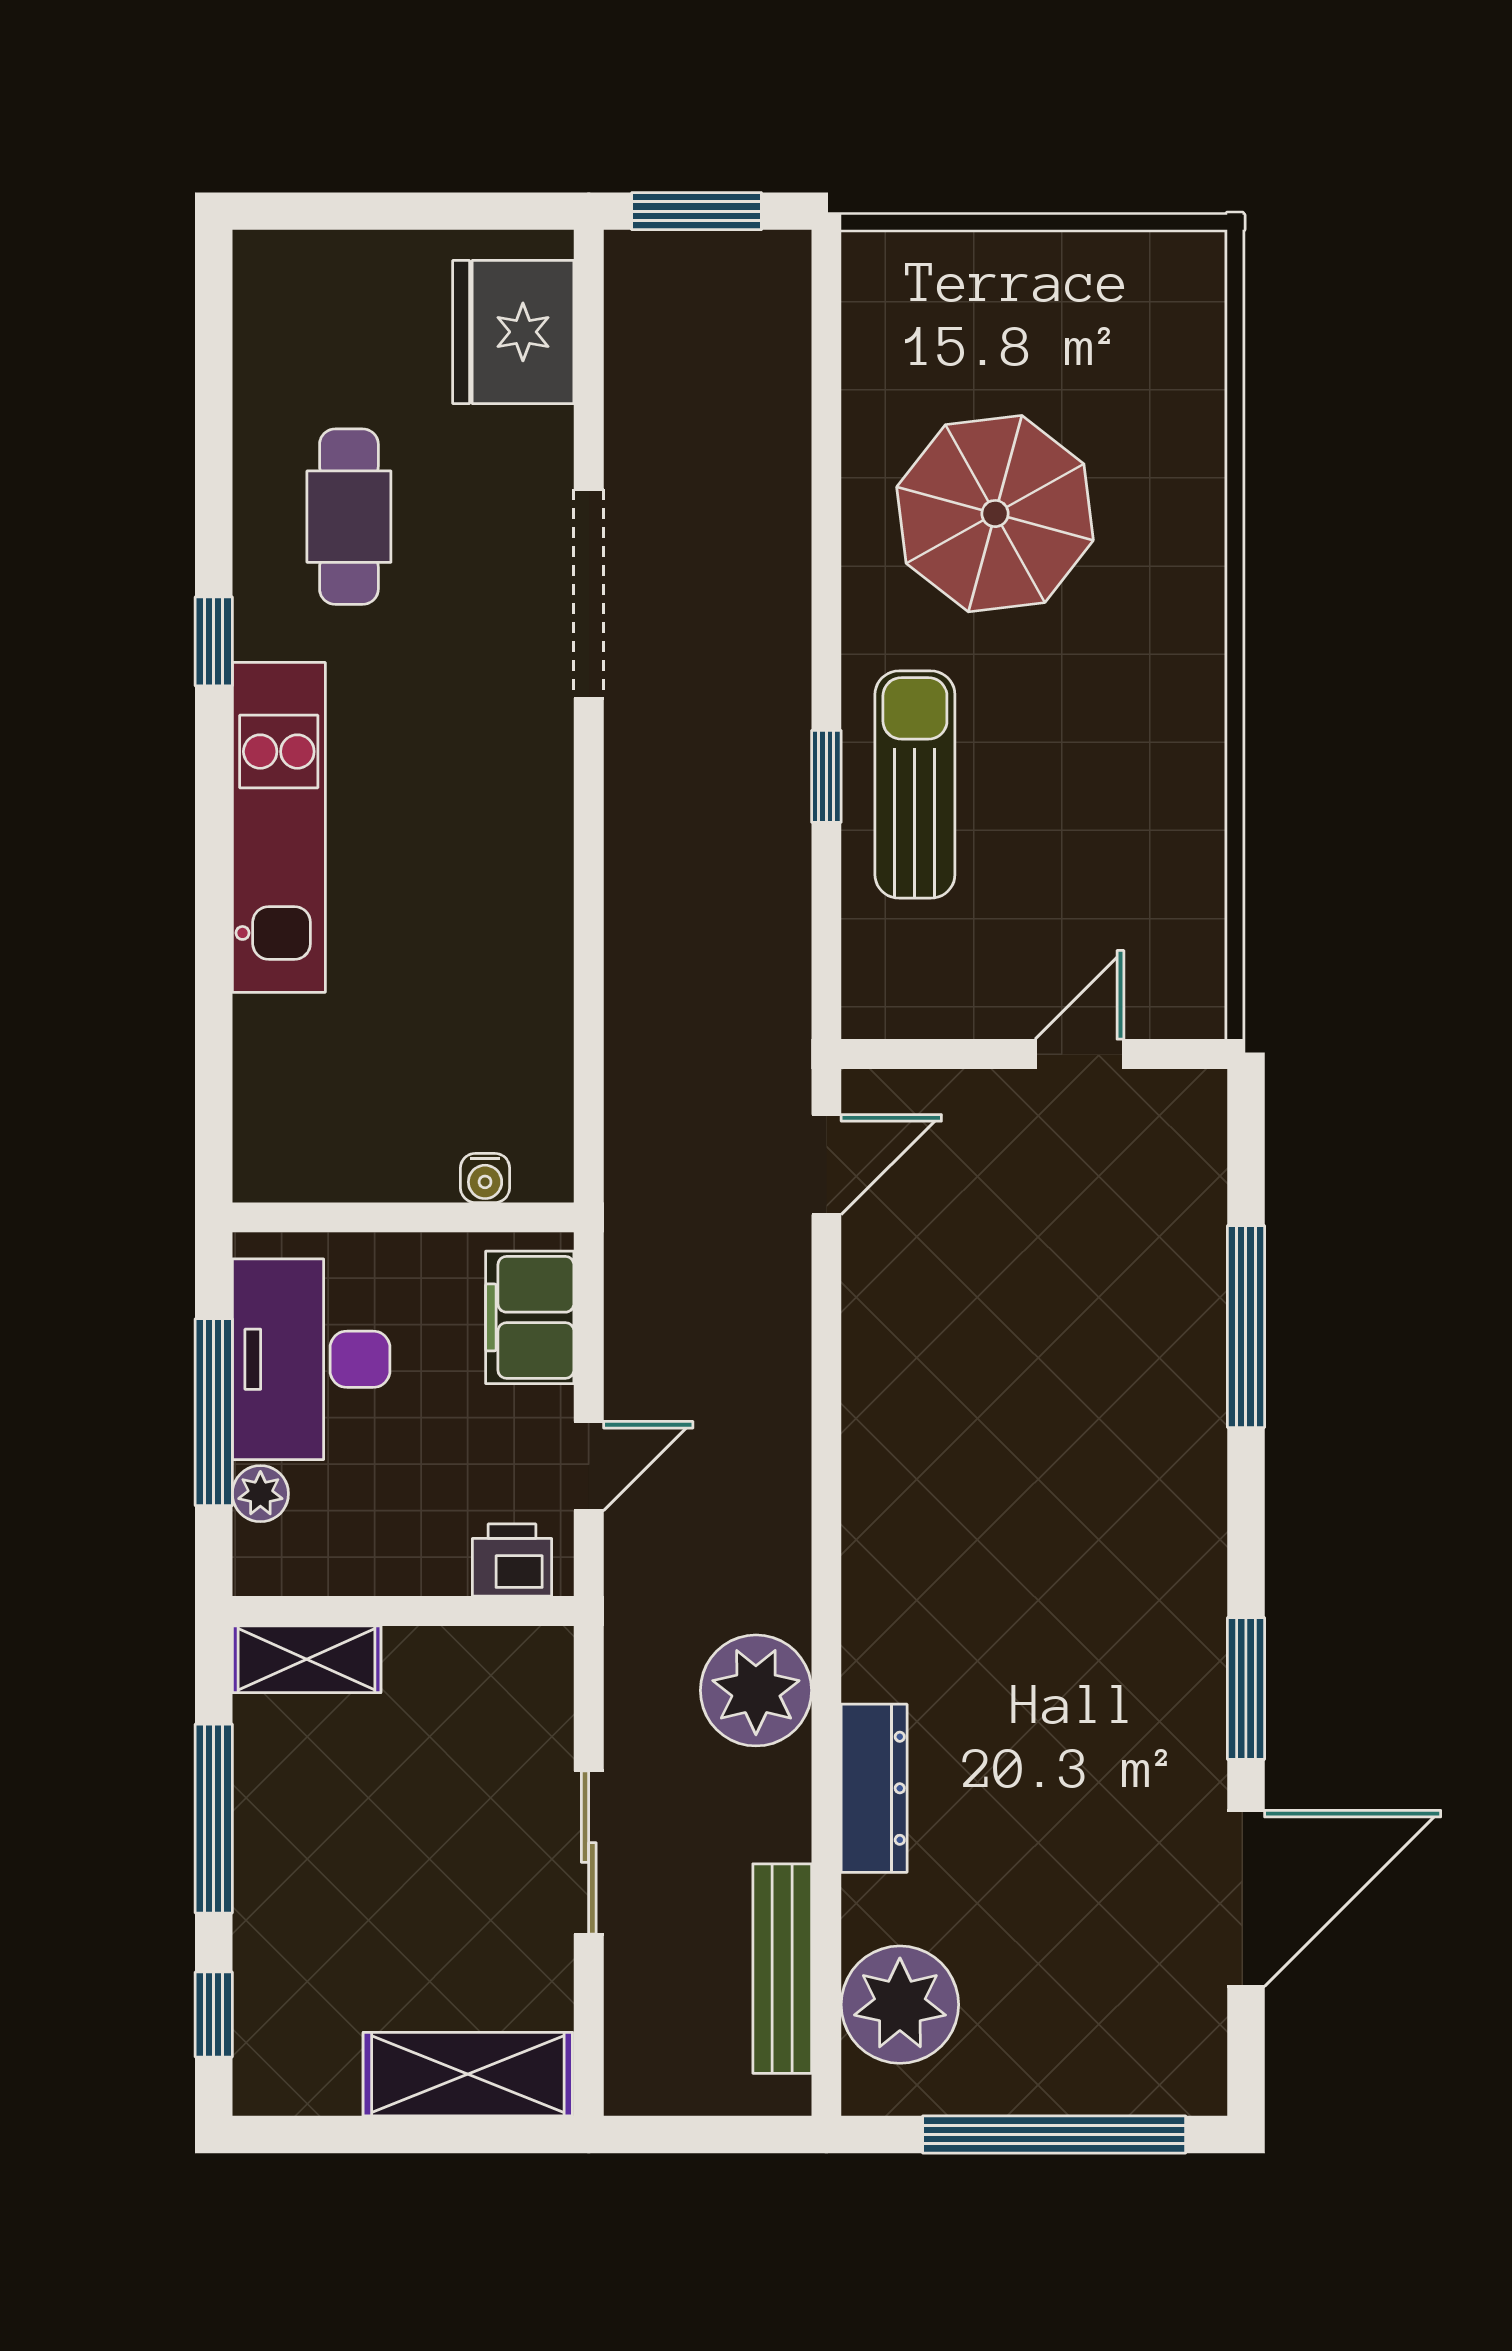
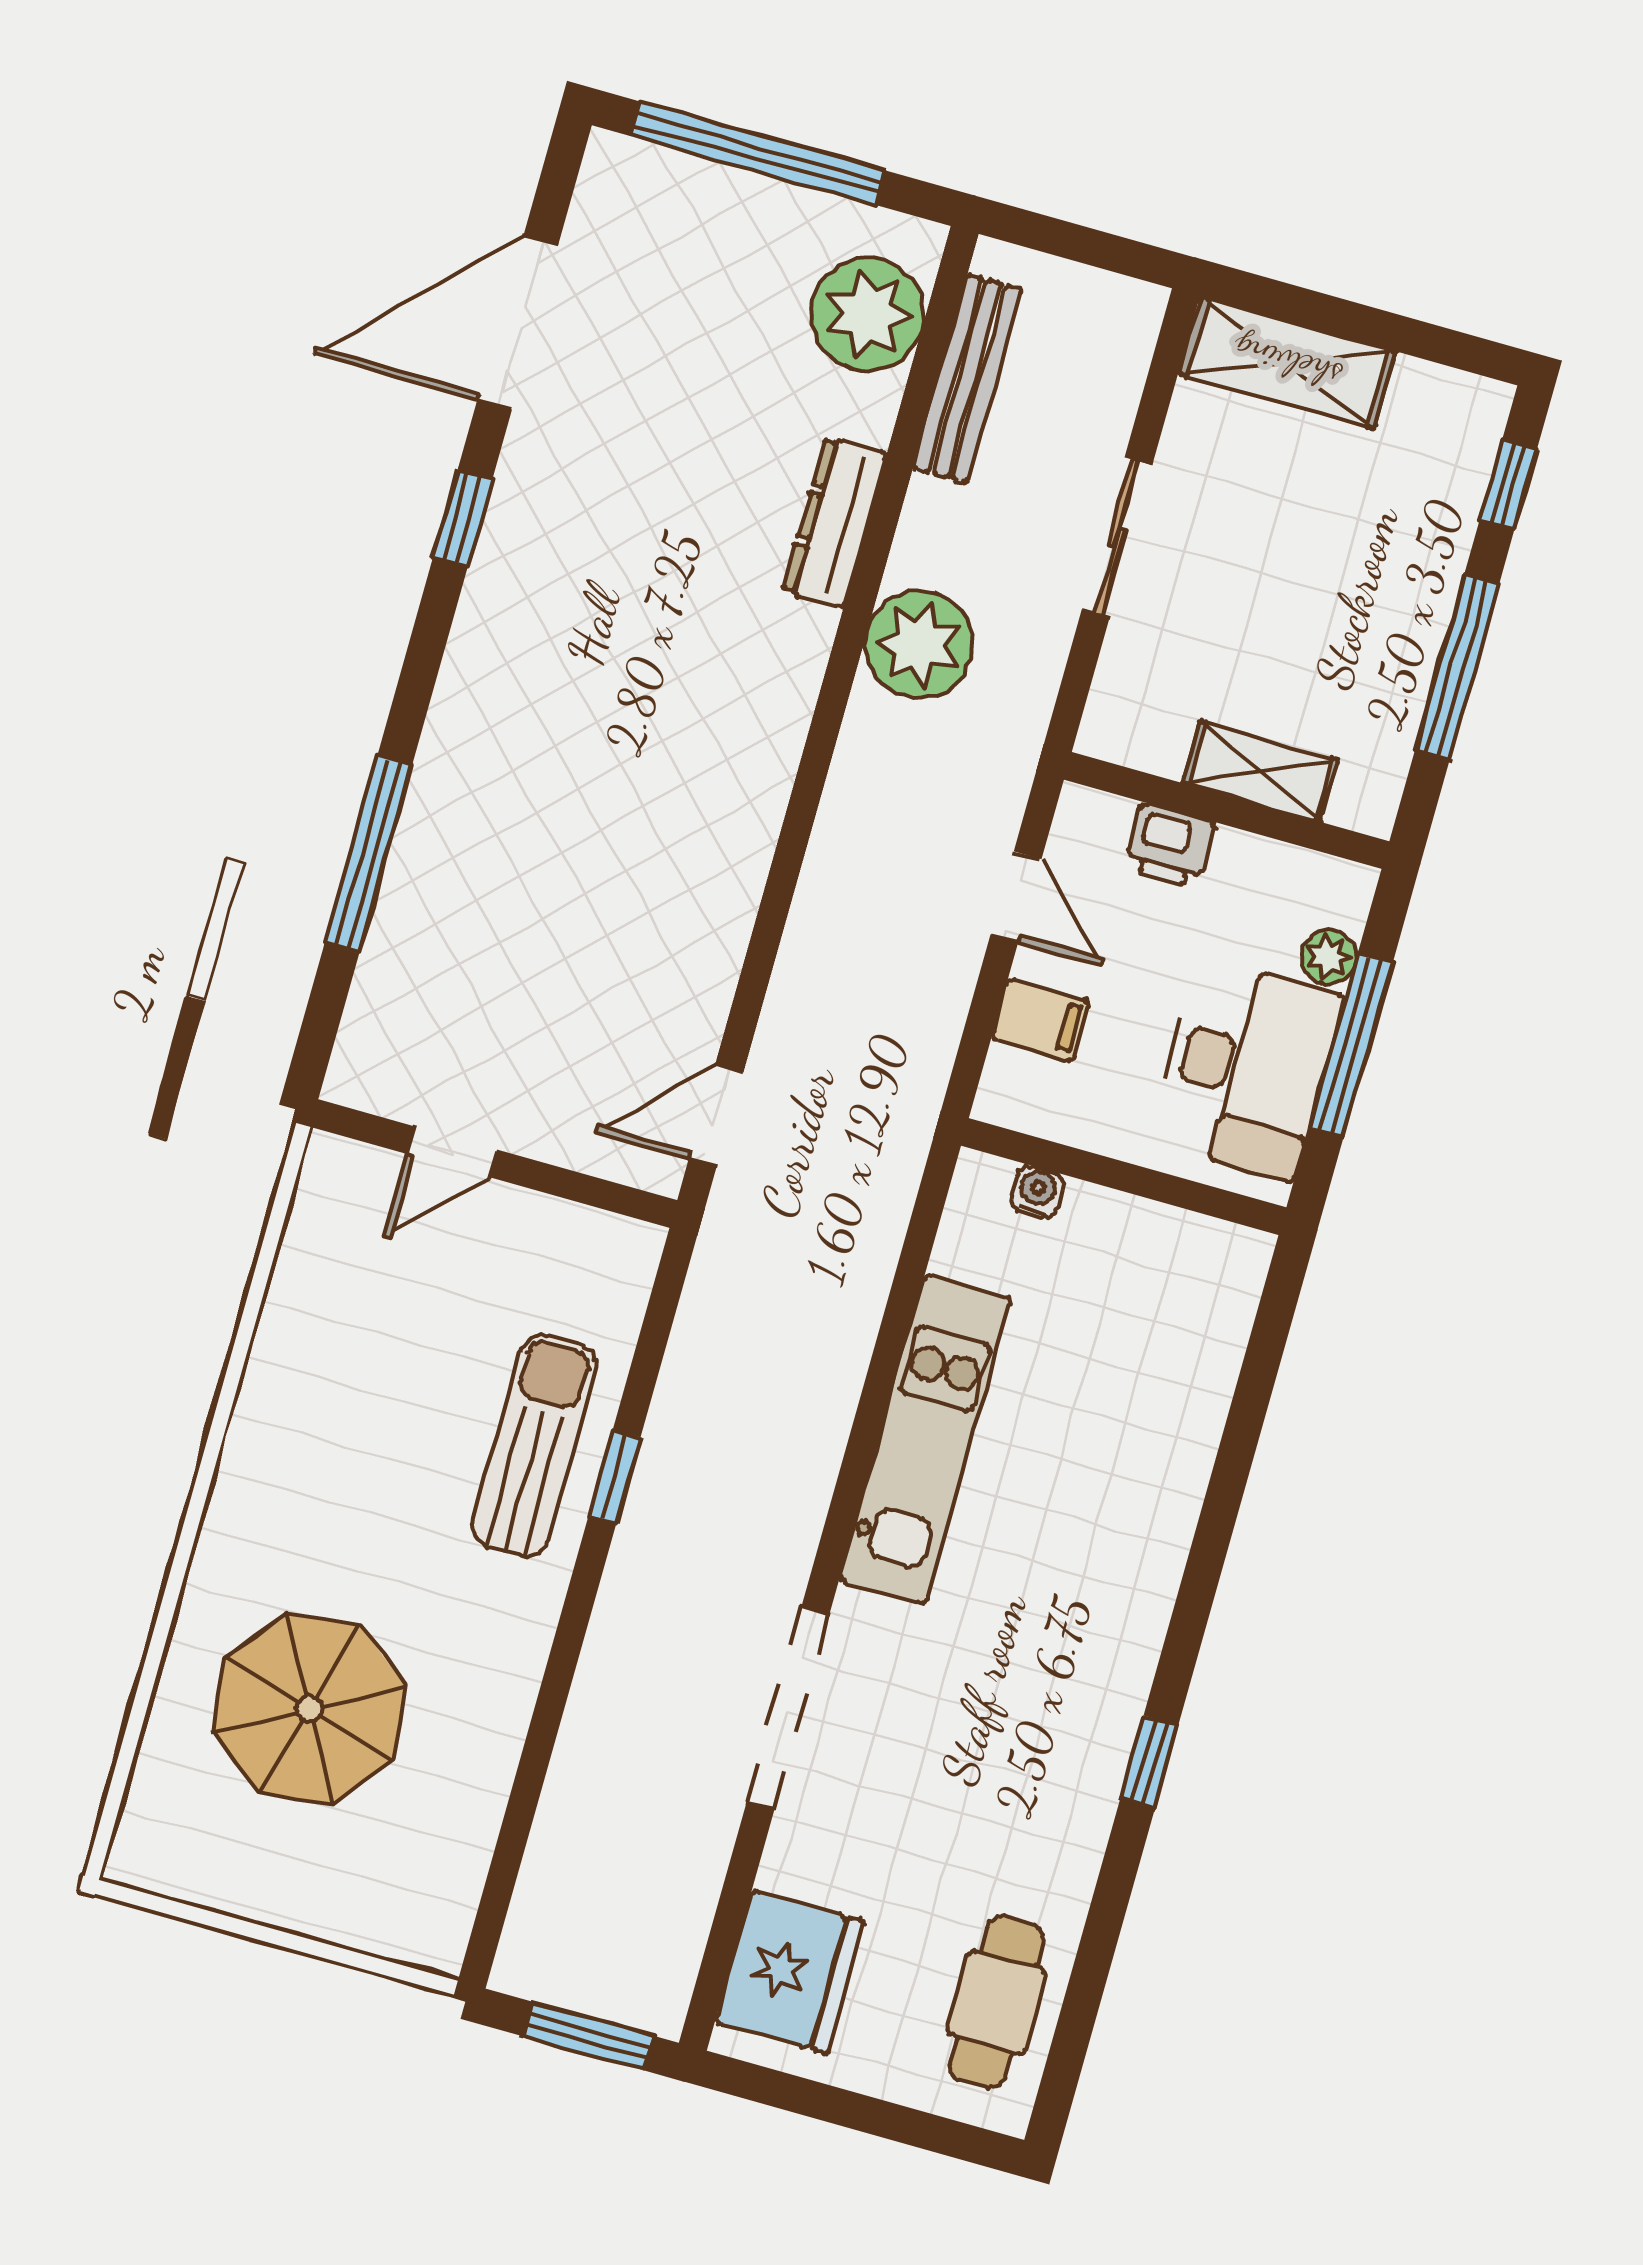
parasol: (995, 514) -> (309, 1709), moved
cafe table: (349, 517) -> (997, 2002), moved
sun lounger: (915, 785) -> (534, 1445), turned 180
kitchen unit: (279, 827) -> (925, 1439), moved, turned 180
filing cabinet: (530, 1317) -> (1041, 1020), width x0.50
door: (589, 1466) -> (1016, 897), swing flipped
printer: (512, 1560) -> (1170, 846), moved
shelving: (307, 1659) -> (1260, 771), moved
window: (1246, 1689) -> (463, 518), width x0.67

